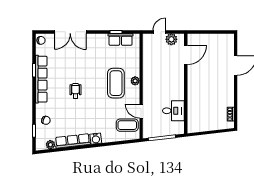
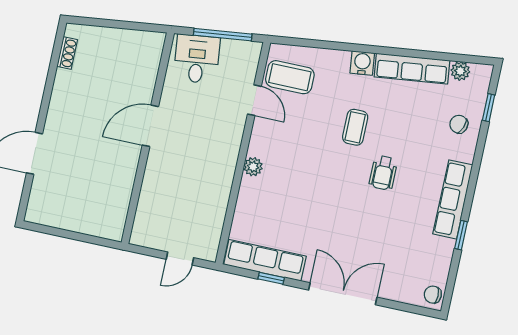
double door: (70, 32) -> (343, 294), moved
row of seats: (121, 39) -> (265, 260), width x1.48
plant: (171, 39) -> (158, 238), removed
door: (186, 55) -> (150, 126), moved
row of seats: (41, 79) -> (453, 199), width x0.73
coffee table: (116, 83) -> (355, 127), moved, width x0.54, depth x0.58
desk: (173, 111) -> (197, 59), moved, turned 83

